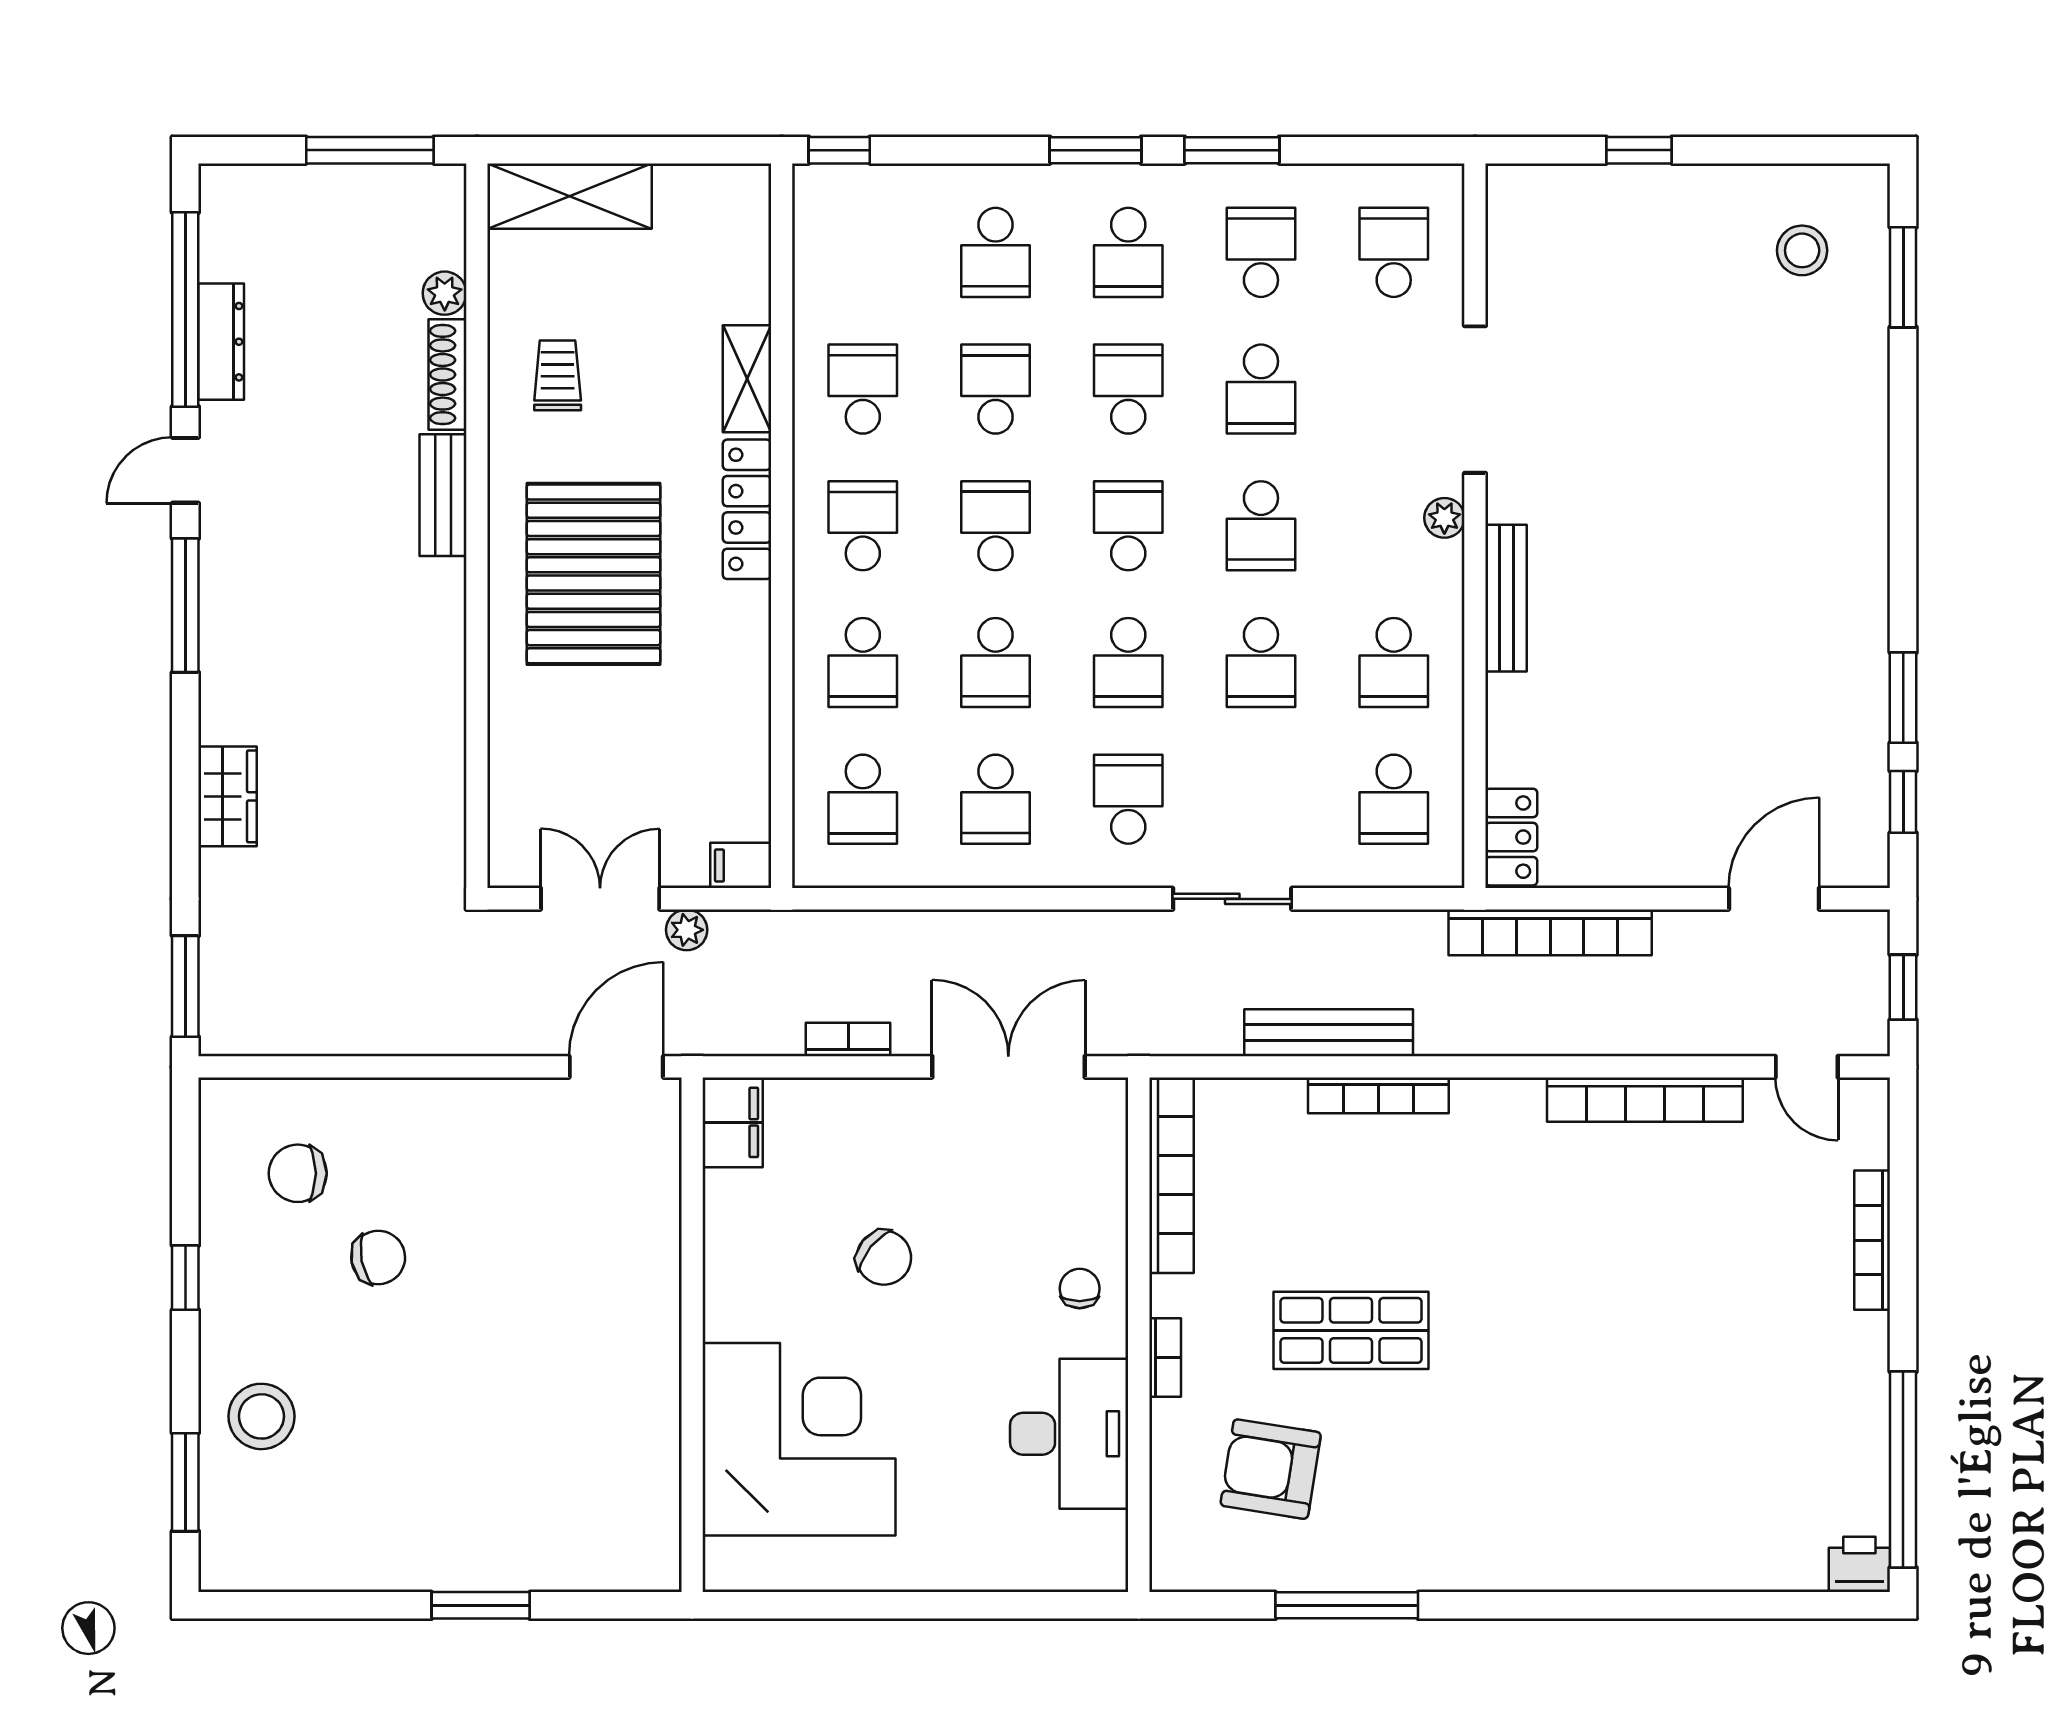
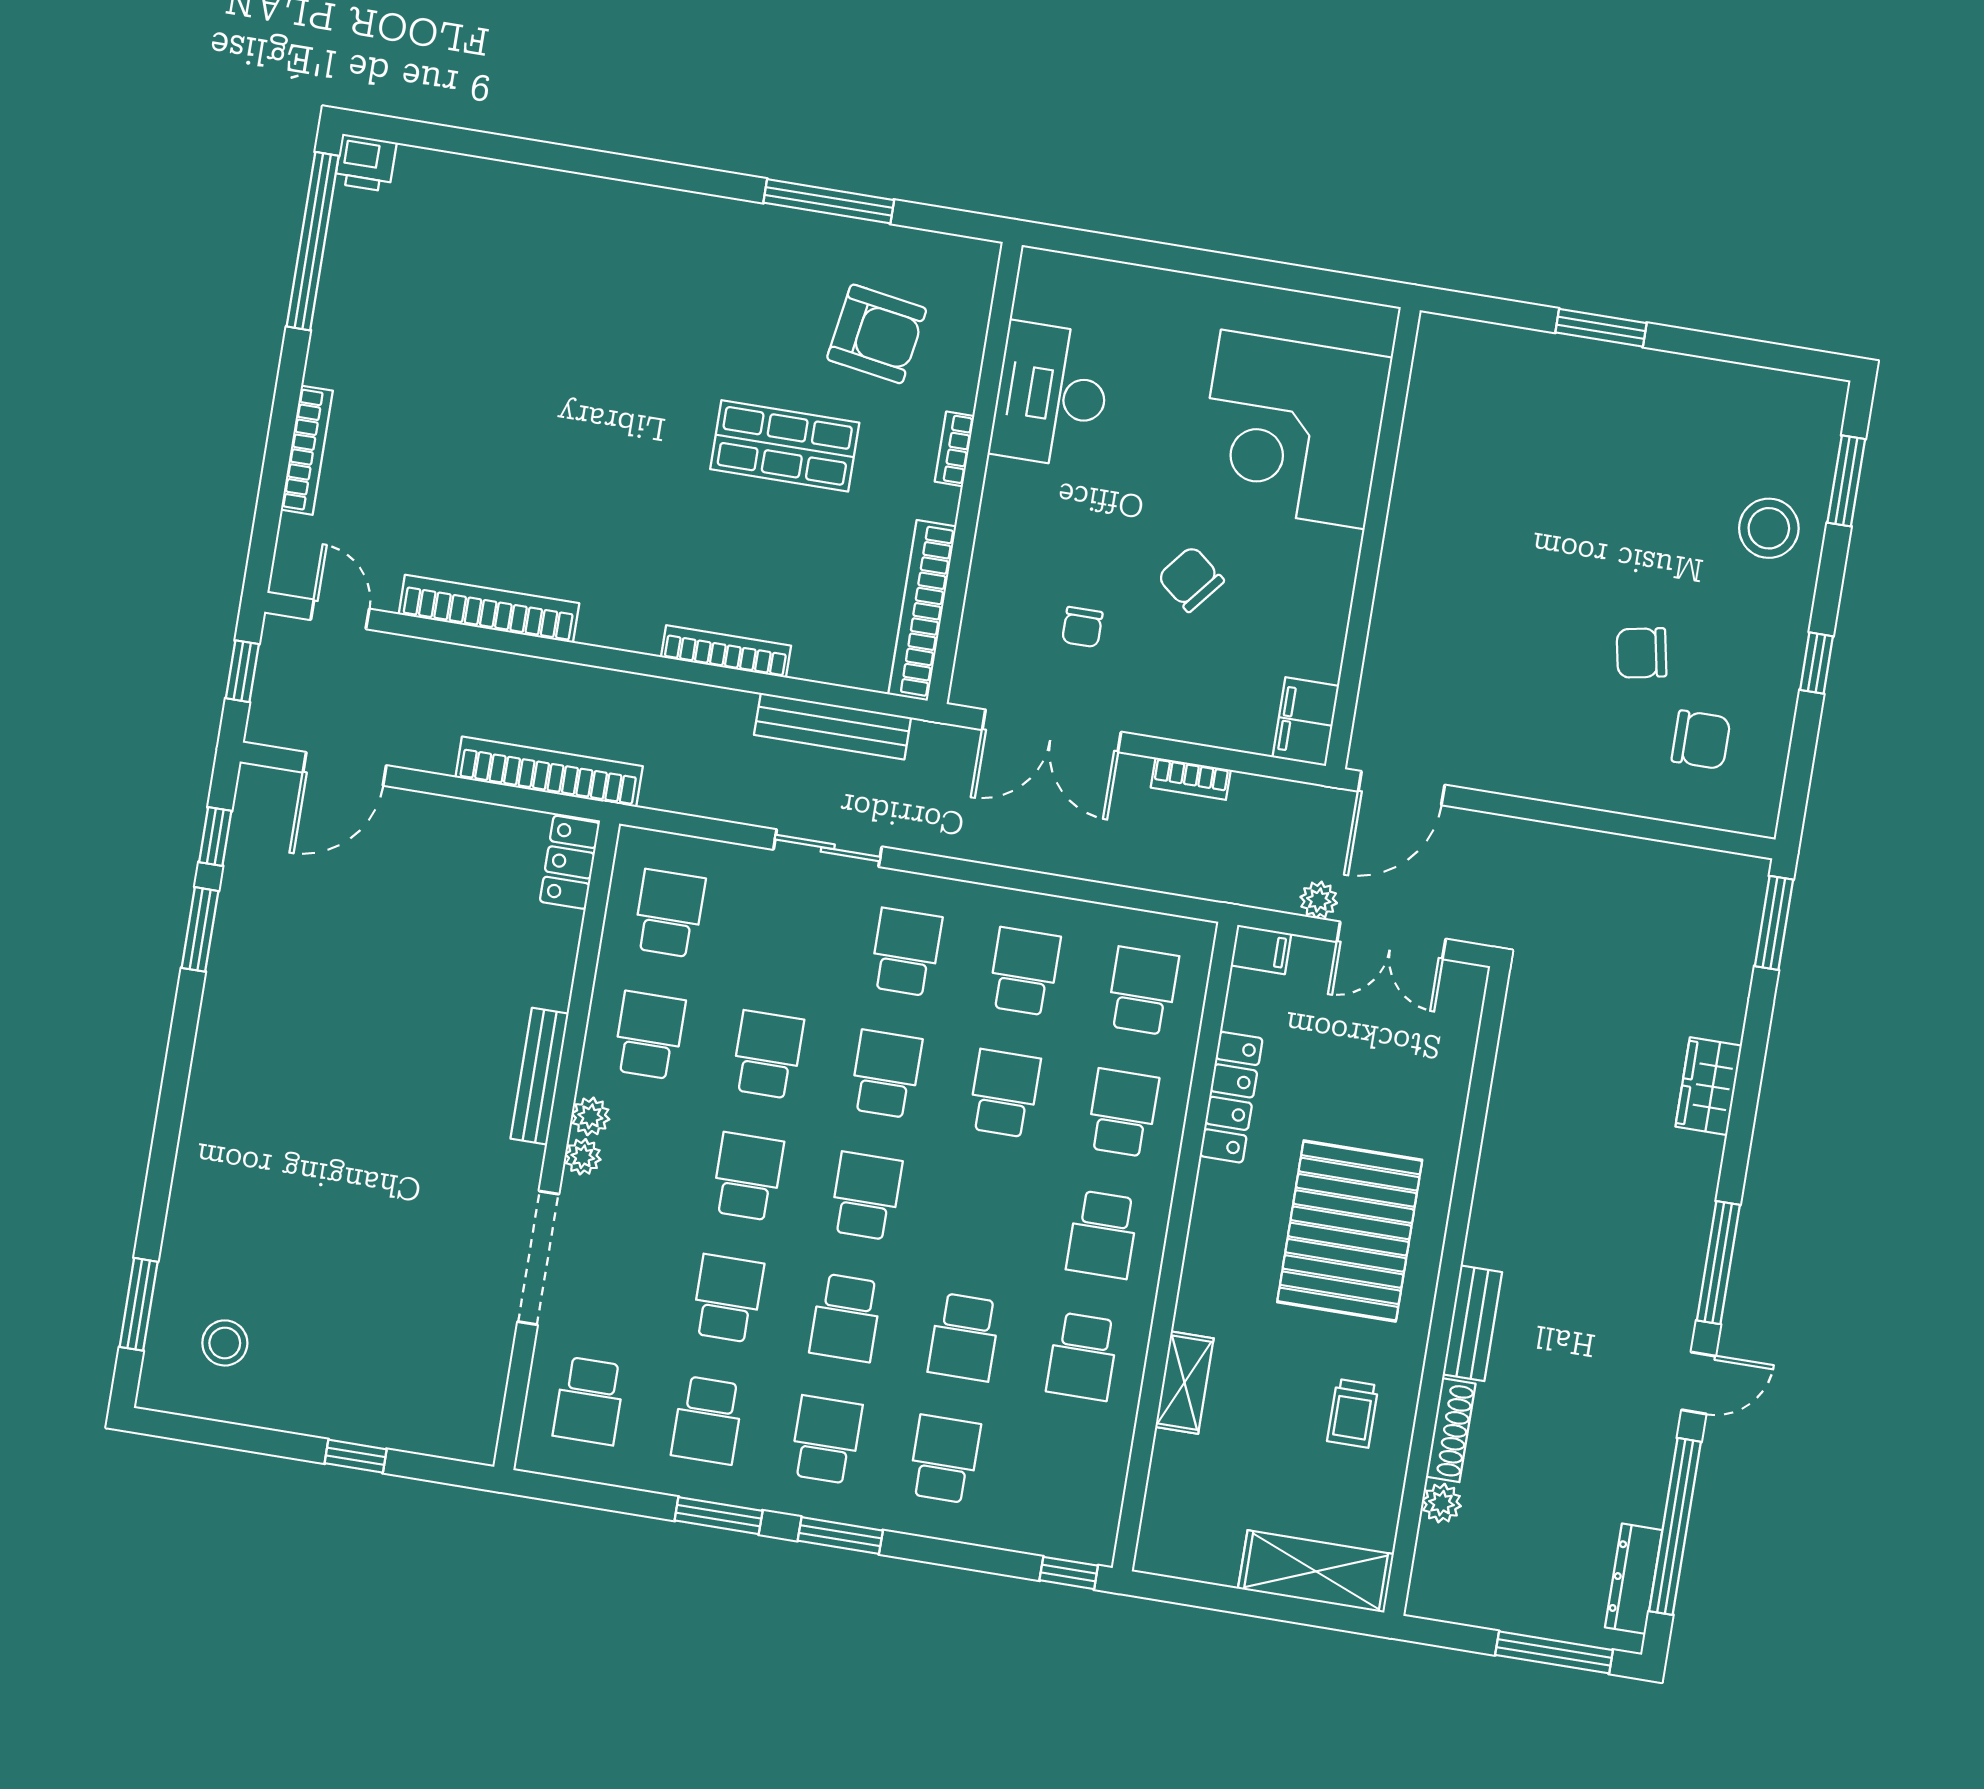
window: (370, 150) -> (1554, 1652), moved
dresser: (221, 342) -> (1634, 1579), moved
locker: (747, 509) -> (1231, 1097), moved
school desk: (996, 526) -> (984, 1215), removed
school desk: (1128, 526) -> (866, 1196), turned 180
plant: (1443, 563) -> (590, 1116), added
school desk: (1128, 799) -> (906, 952), turned 180
bench: (1329, 1033) -> (833, 726), moved
chair: (1080, 1289) -> (1082, 627), moved

